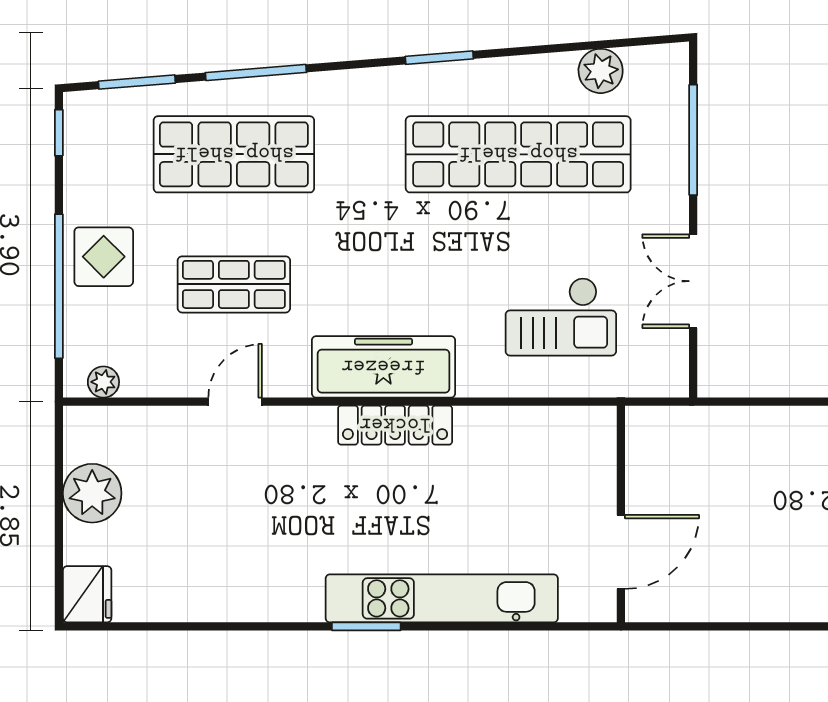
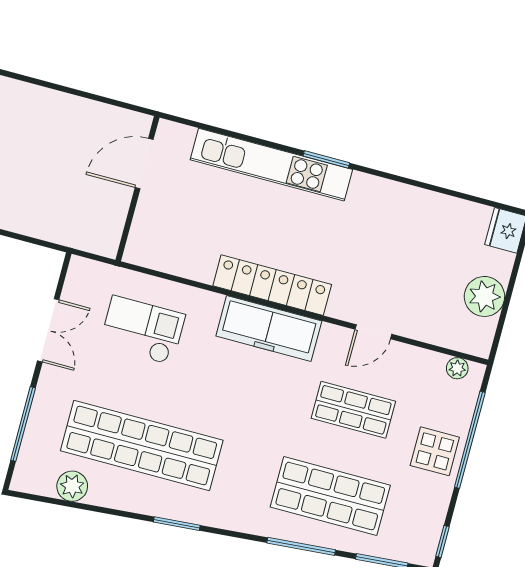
locker: (395, 425) -> (272, 285), width x1.41, depth x1.21

